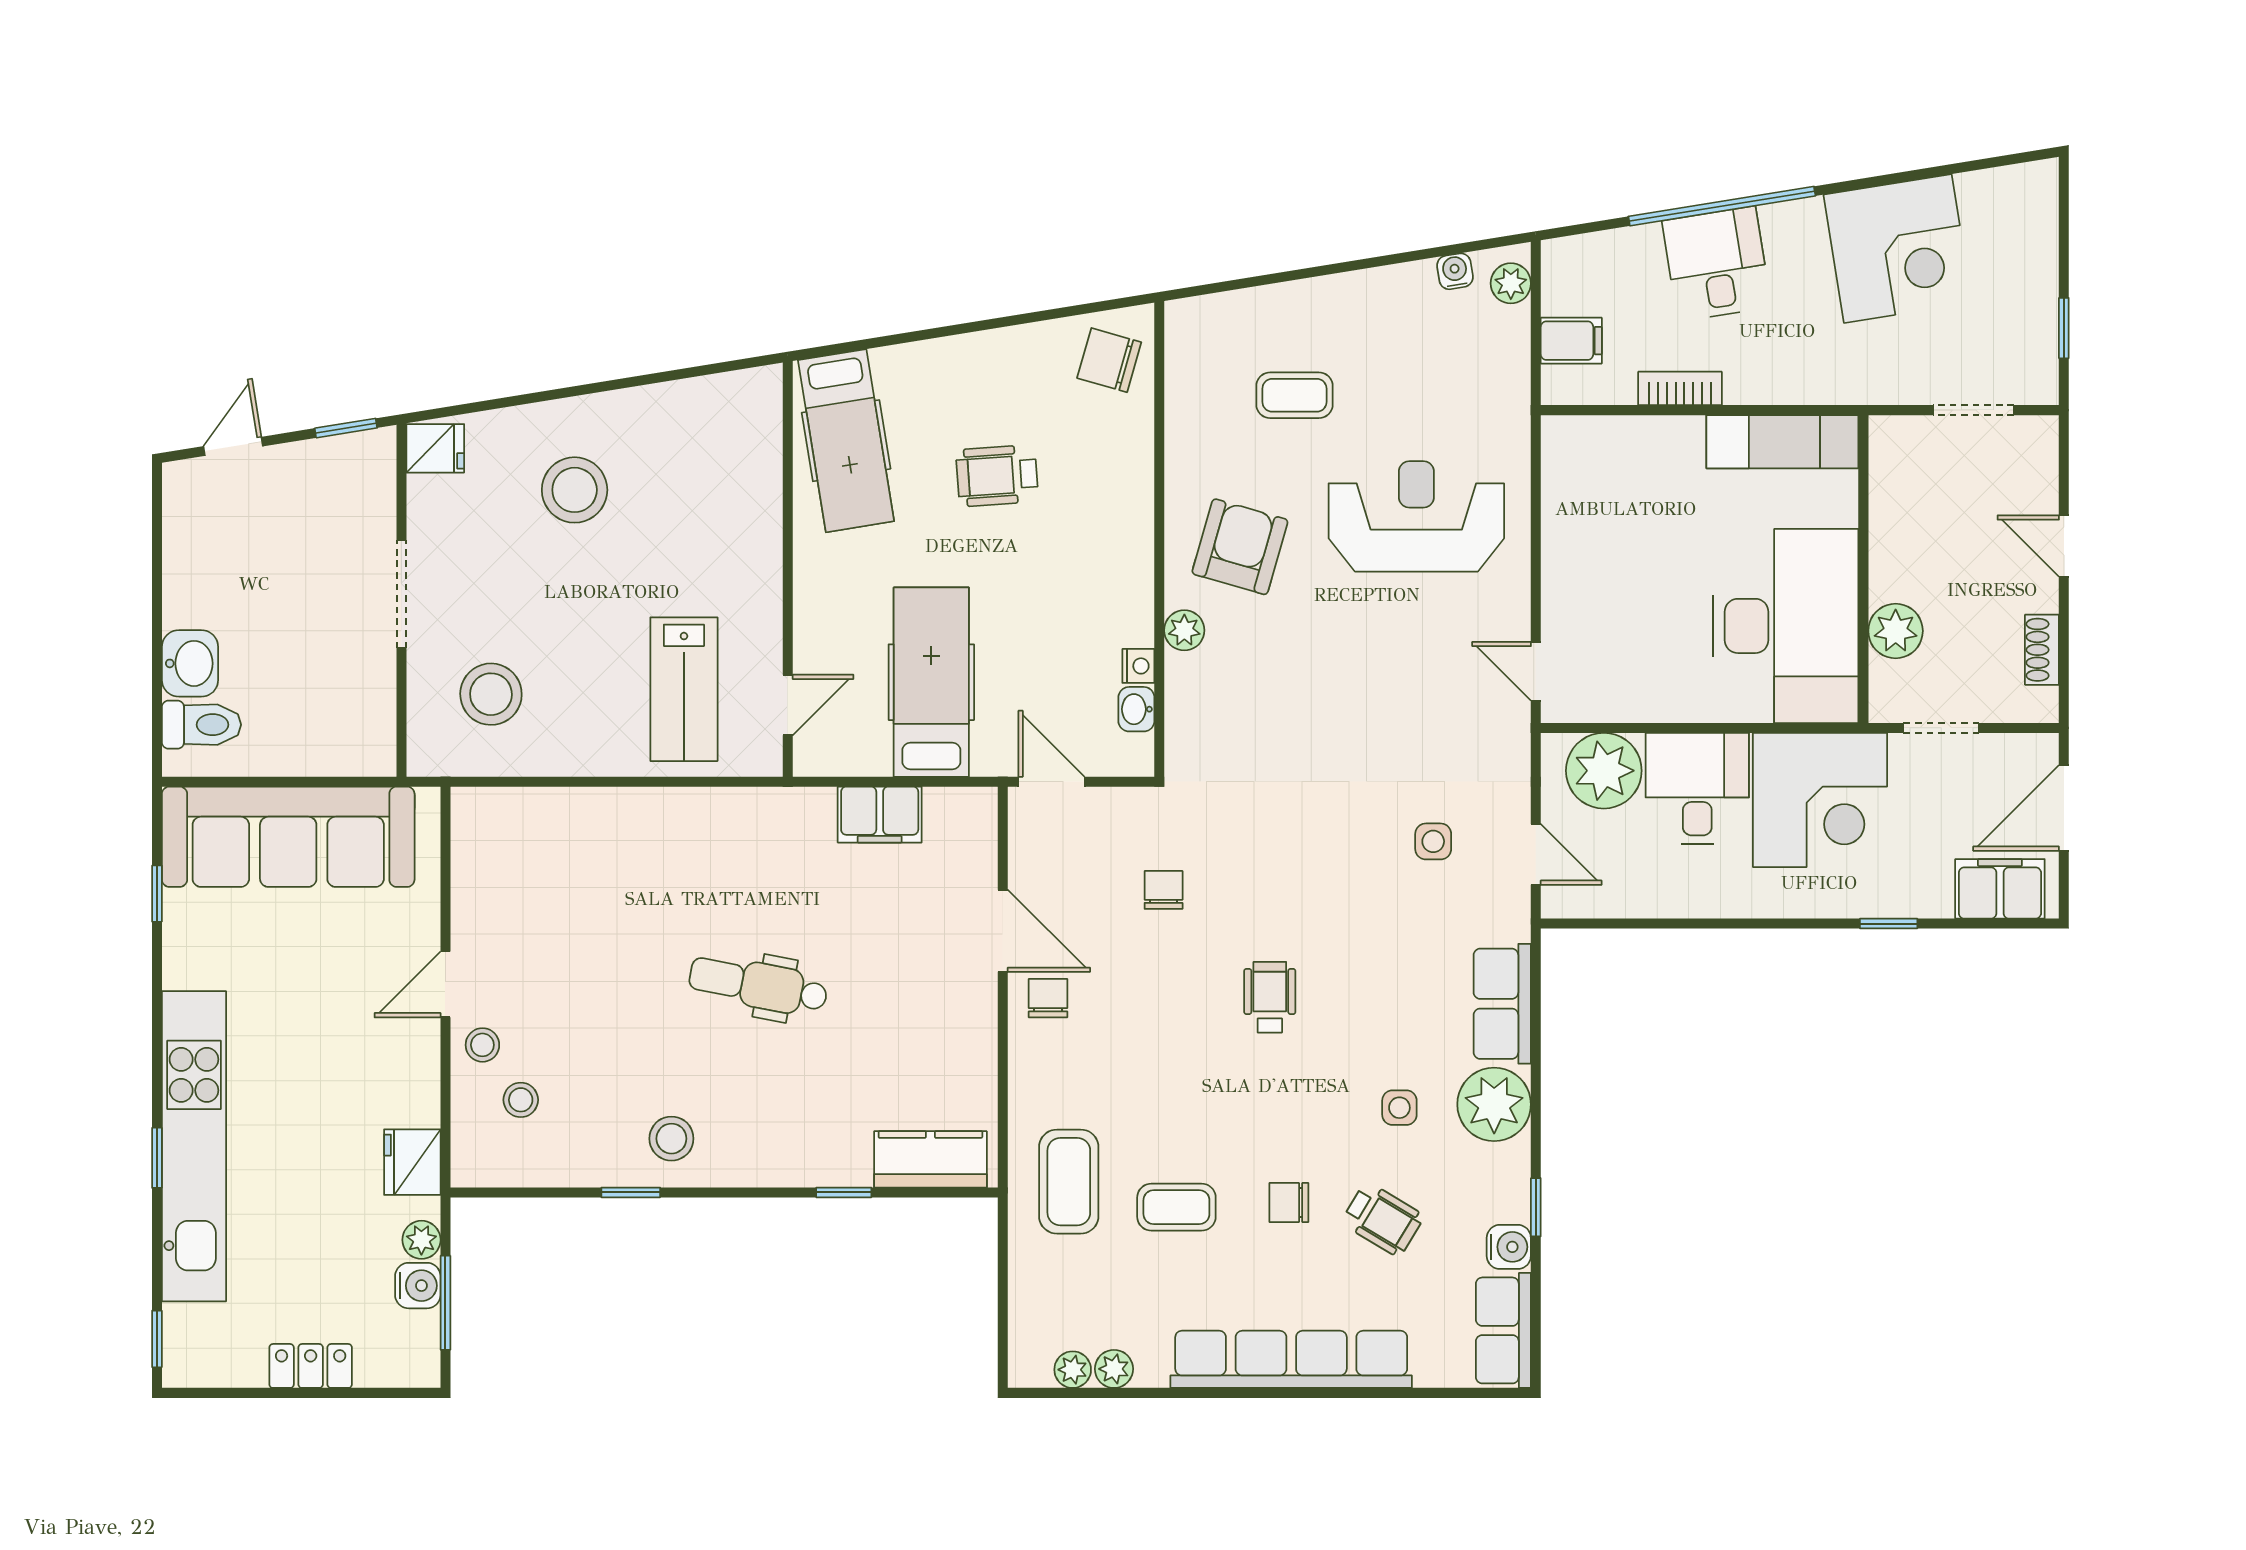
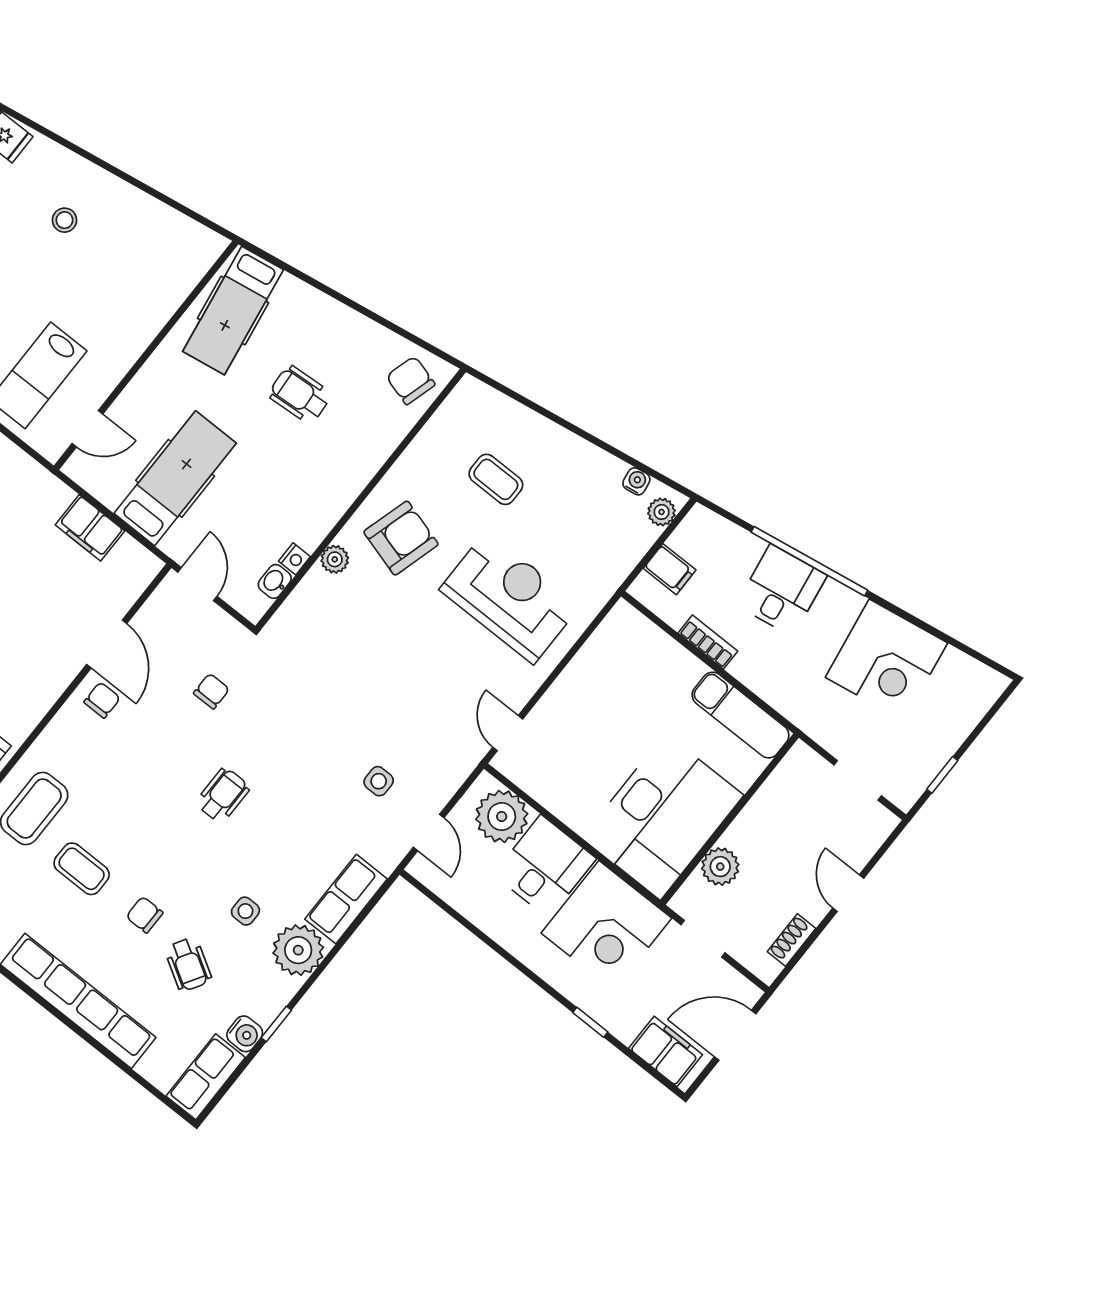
stool: (575, 490) -> (65, 220), width x0.53, depth x0.53

